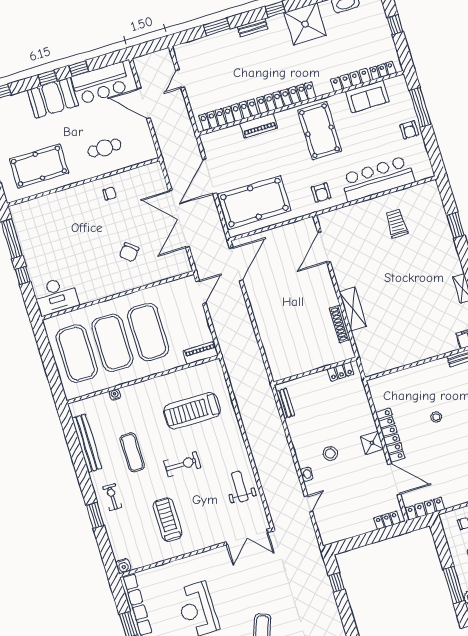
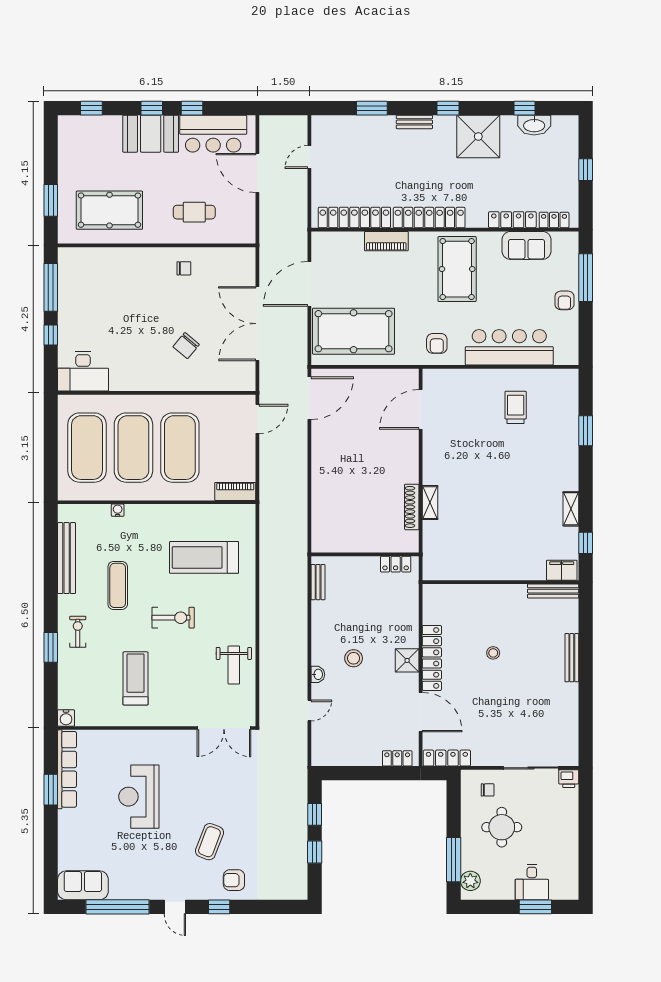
shelving: (353, 309) -> (430, 503), width x0.67, depth x0.75
weight bench: (240, 486) -> (234, 665), turned 180
window: (345, 611) -> (315, 852), added

